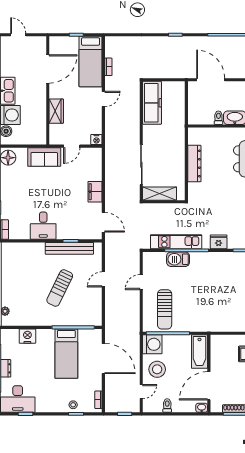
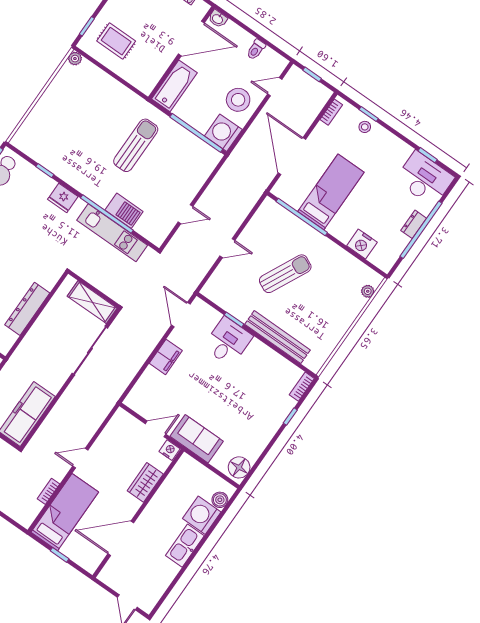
nightstand: (96, 140) -> (170, 450), moved
desk: (43, 226) -> (228, 342), moved
bench: (69, 248) -> (277, 337), moved
sun lounger: (165, 309) -> (136, 145), moved

